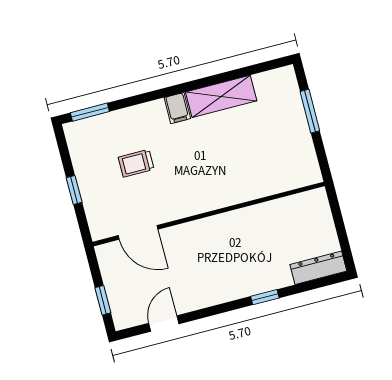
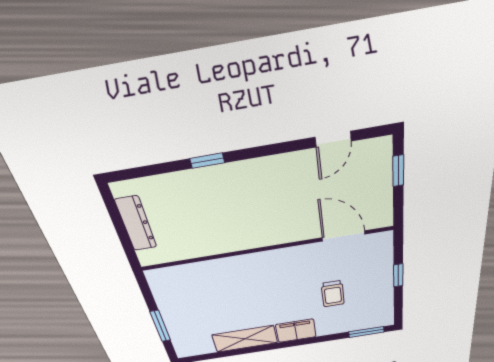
filing cabinet: (177, 108) -> (296, 331), width x2.00
trolley: (136, 163) -> (333, 294), turned 90
dresser: (318, 268) -> (136, 224), moved, turned -90

